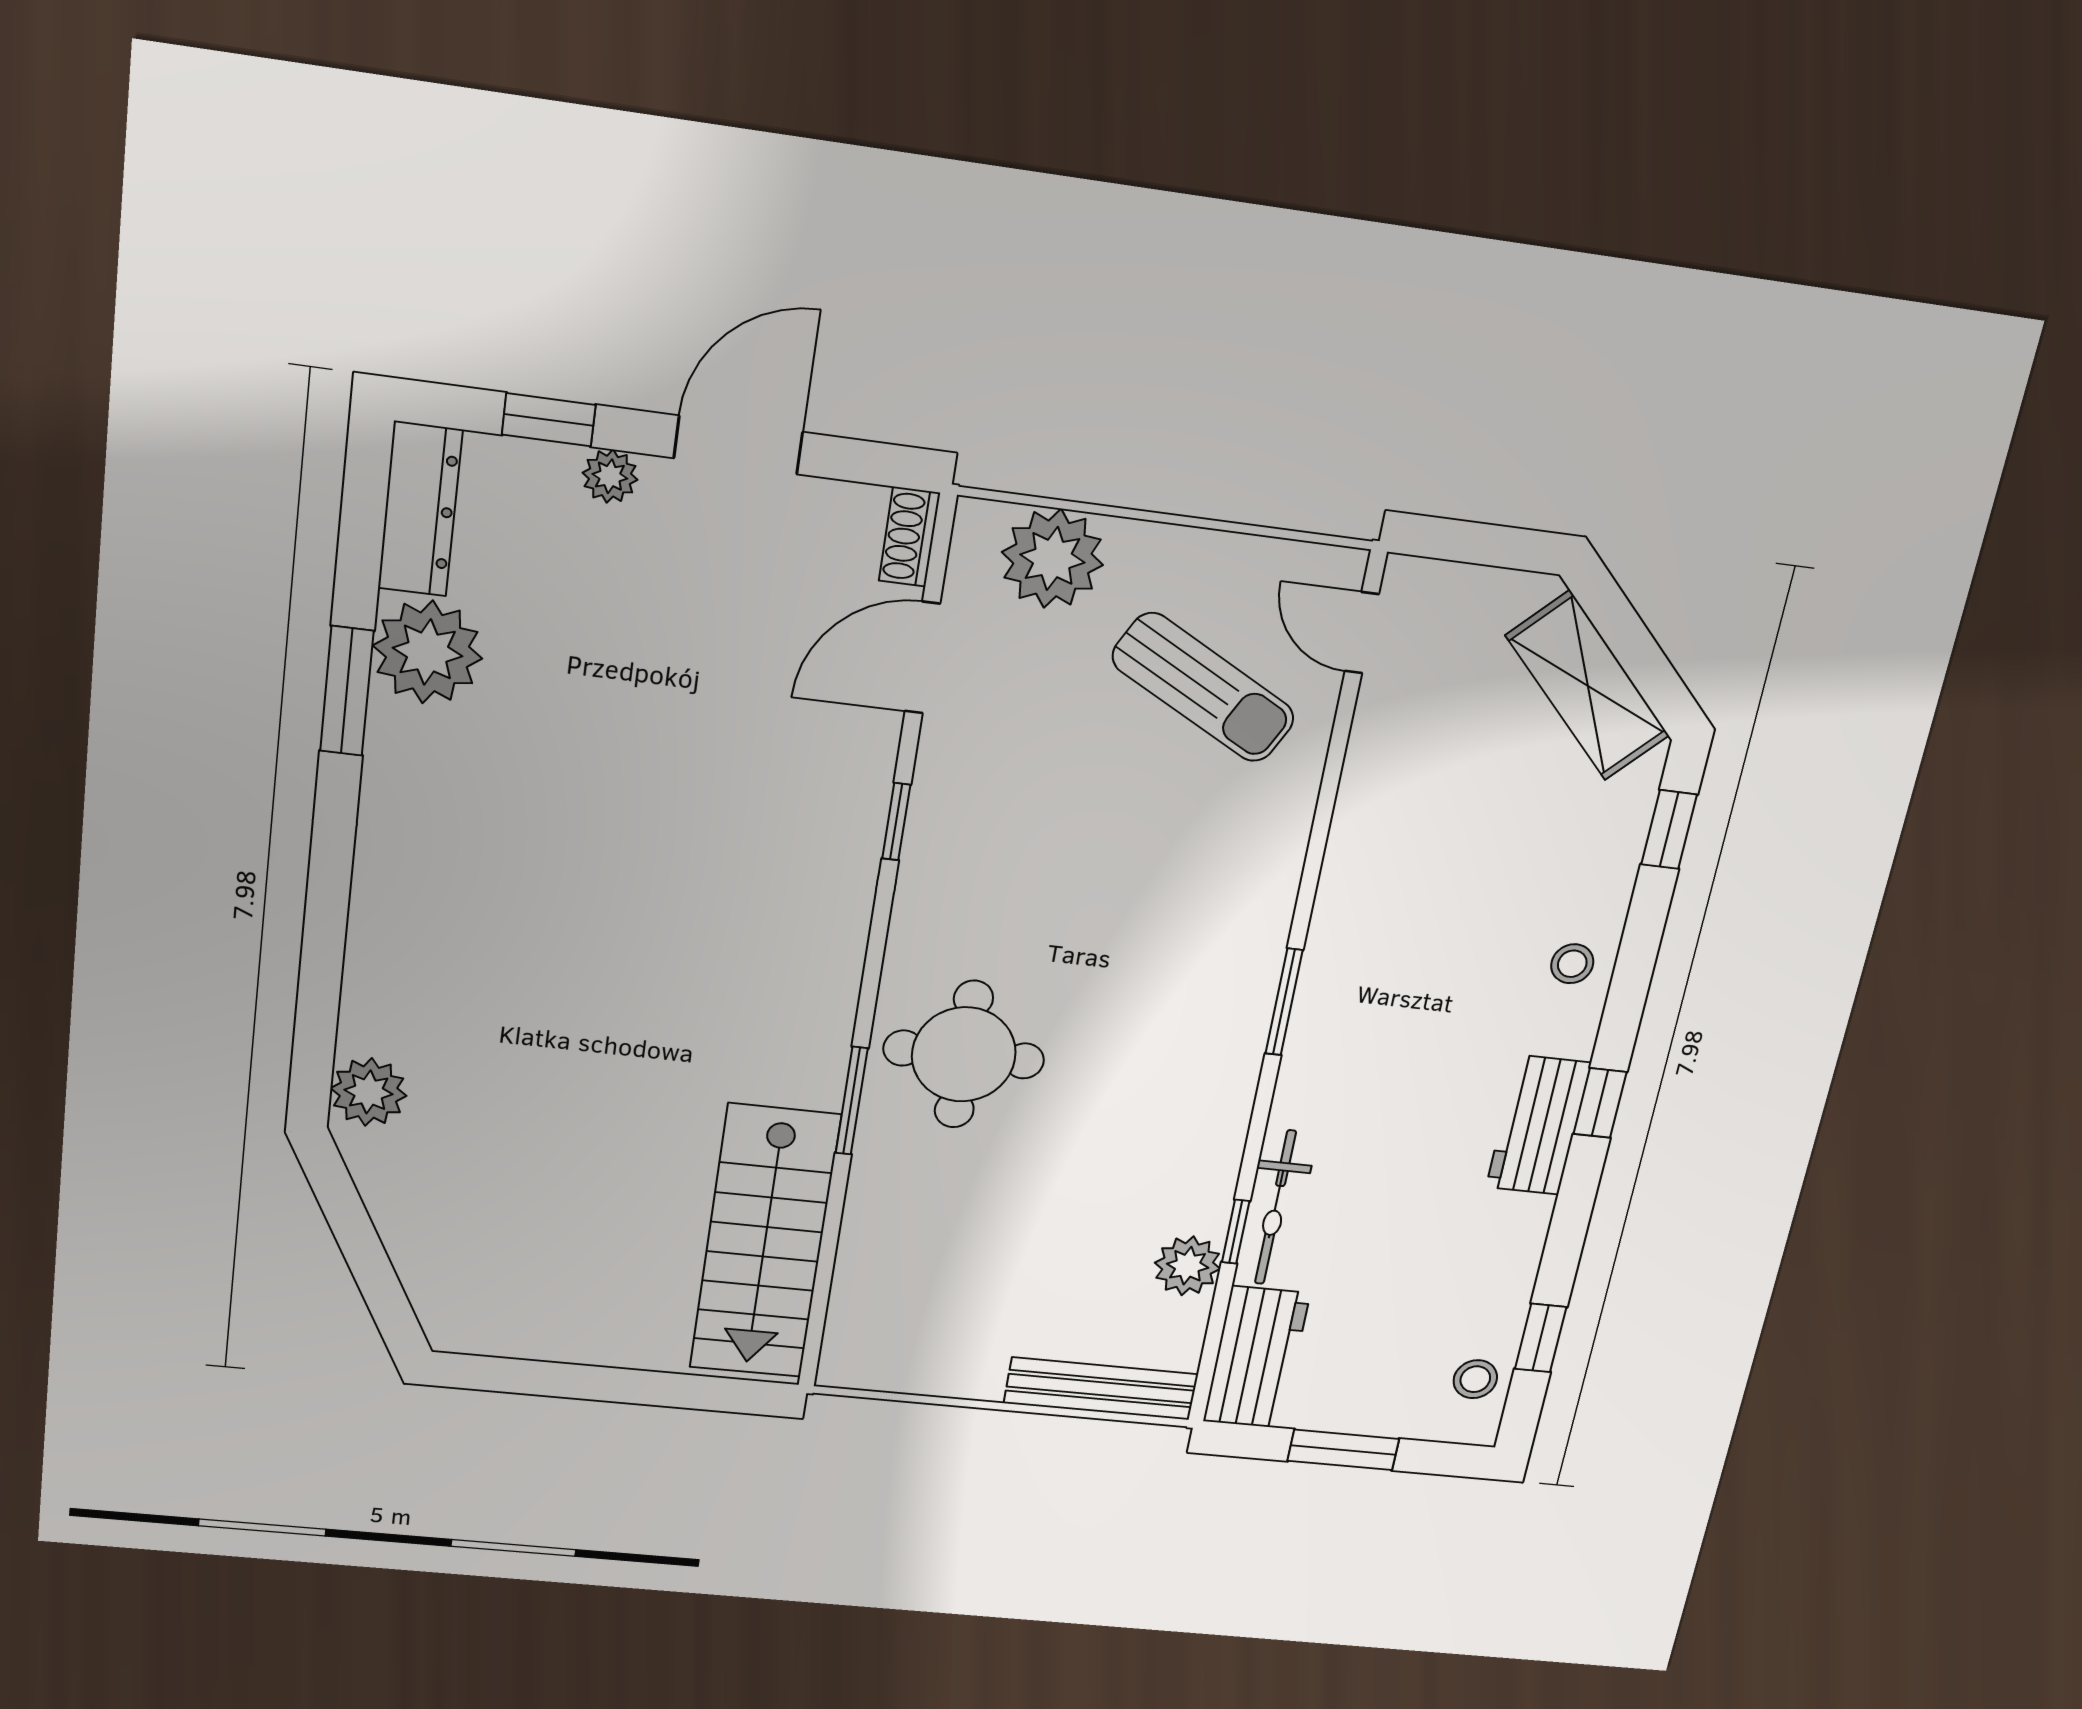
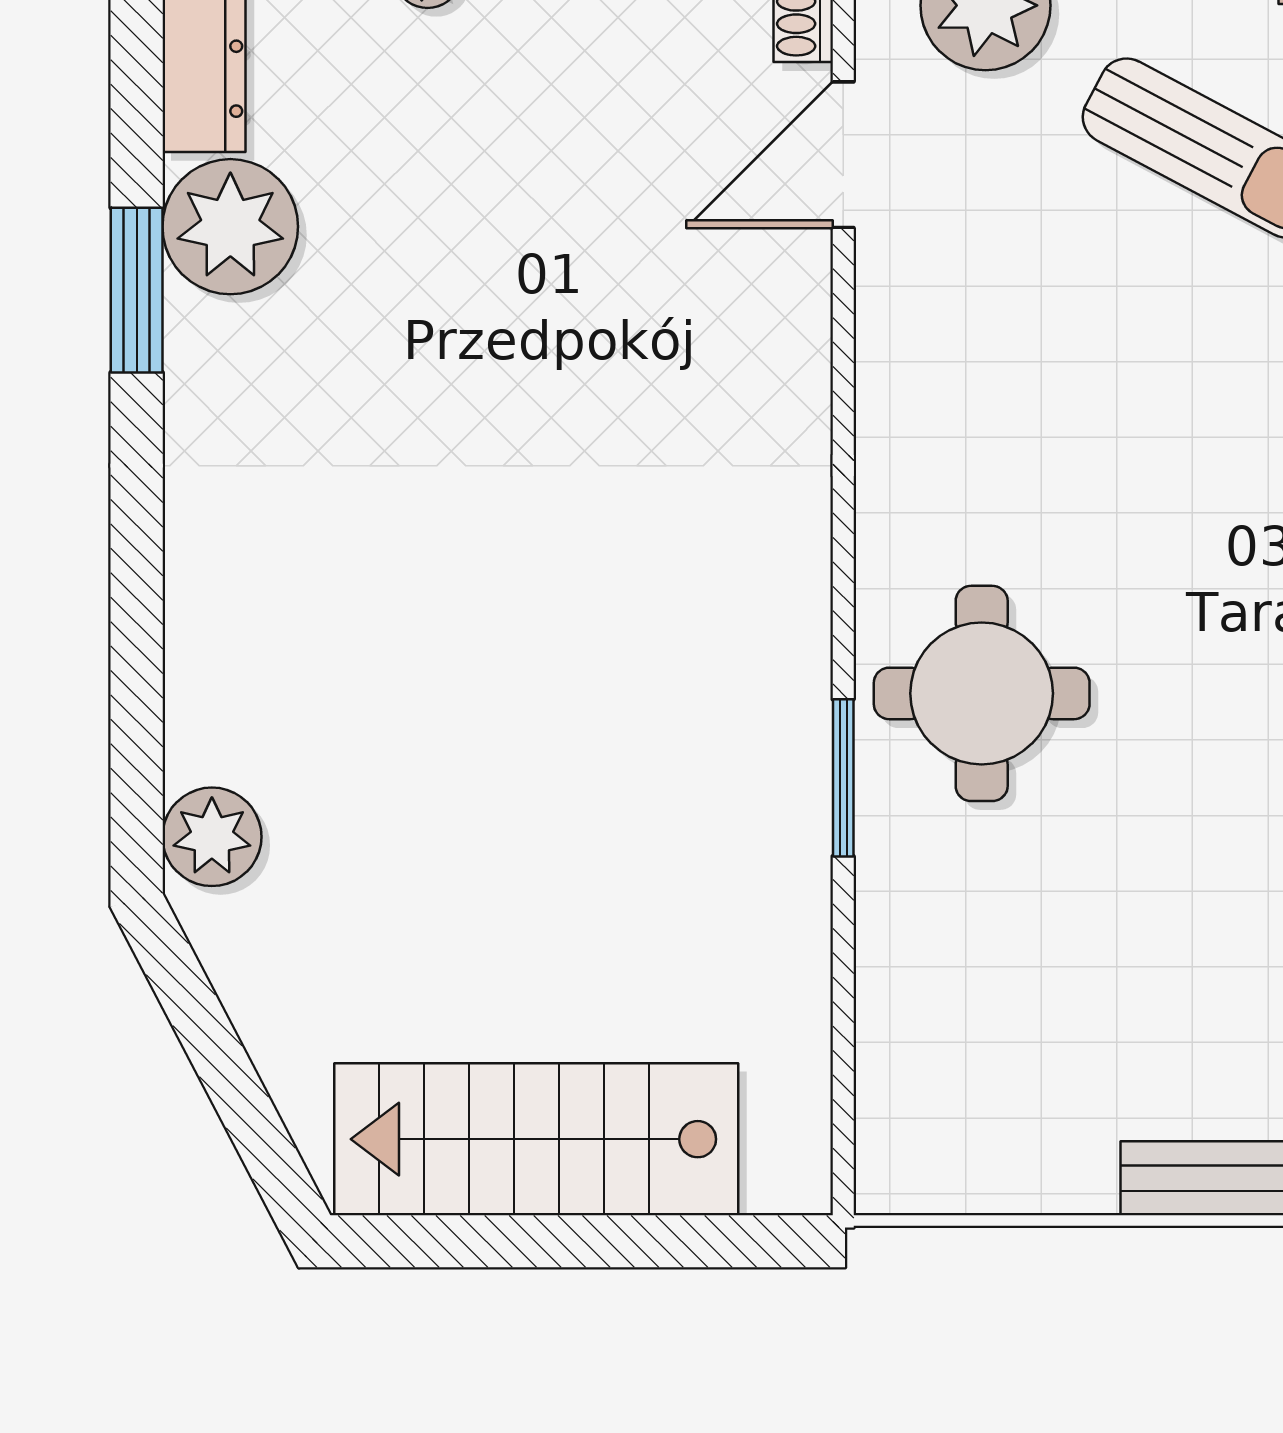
window: (896, 822) -> (843, 378), removed
stairs: (765, 1242) -> (536, 1139), moved, turned 90

